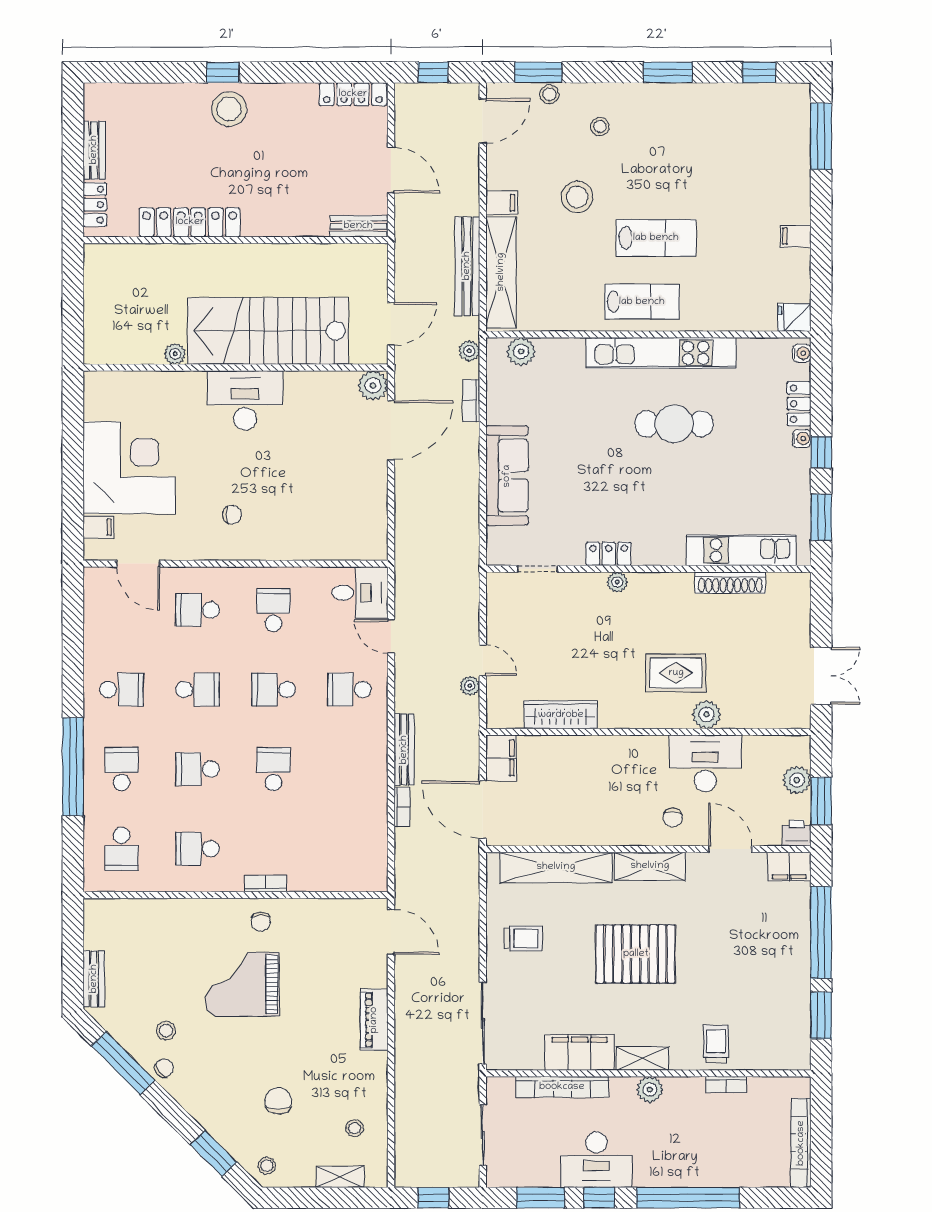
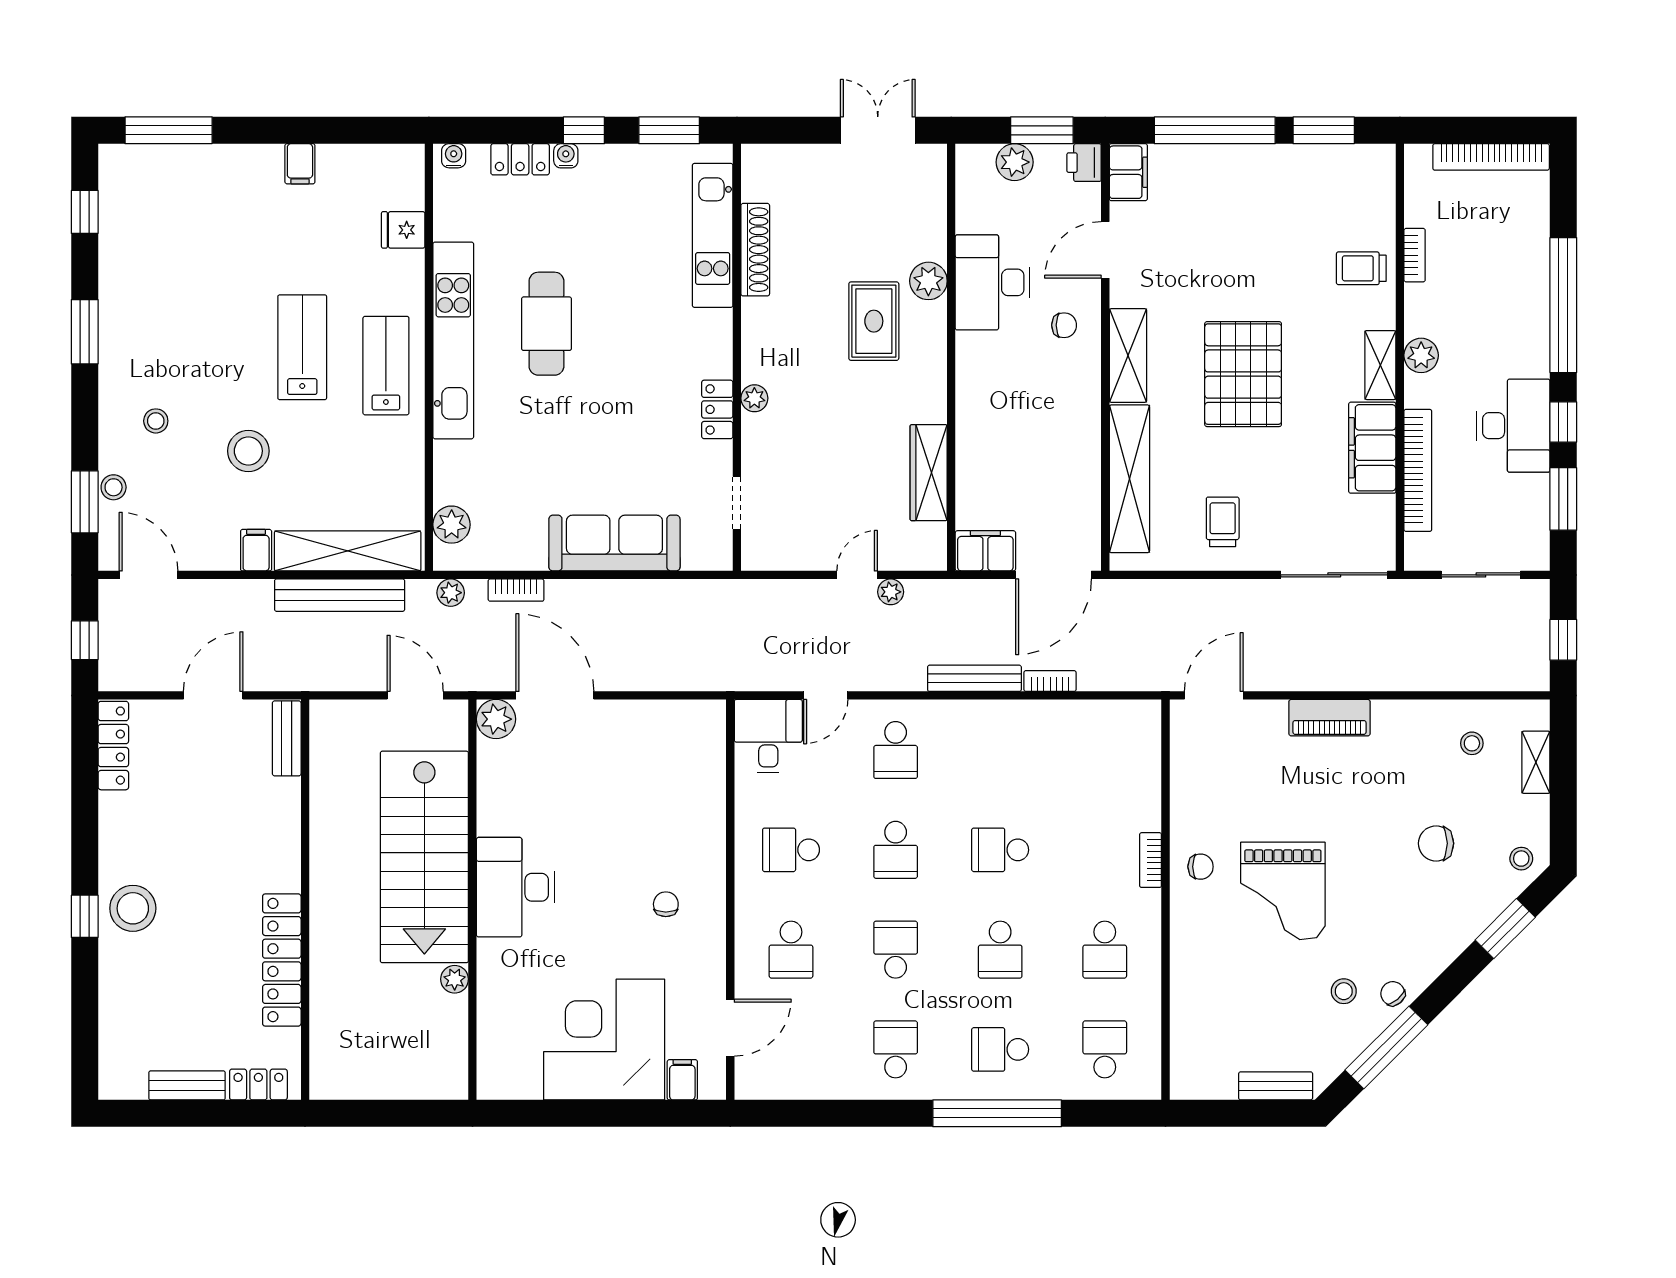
fridge: (794, 317) -> (403, 230), moved, turned 90
school desk: (122, 849) -> (1105, 1049), turned -90

